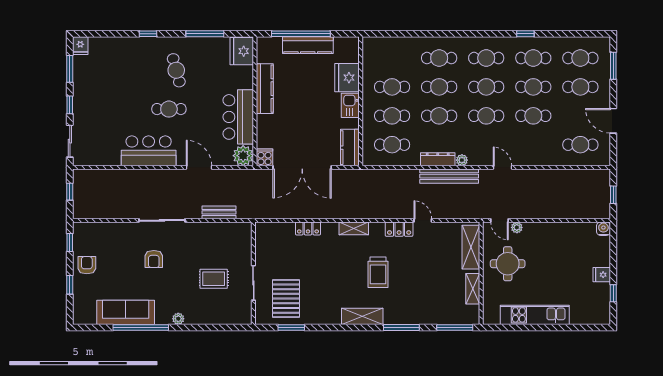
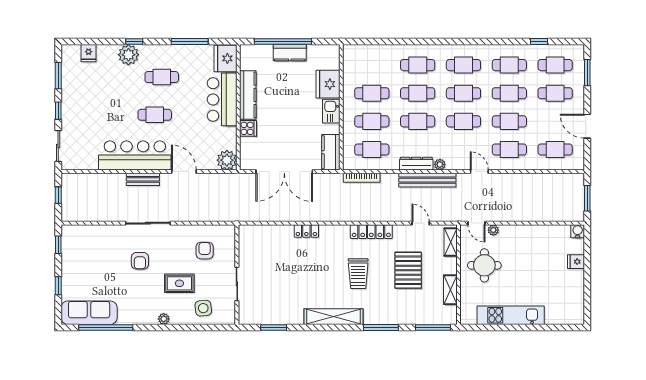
window: (525, 34) -> (539, 42), moved
kitchen counter: (308, 45) -> (290, 53), width x0.67
fridge: (80, 46) -> (89, 53), moved
plant: (142, 47) -> (128, 55), added
cafe table: (176, 70) -> (162, 77), turned -75
bar counter: (238, 117) -> (222, 99), moved
cafe table: (533, 145) -> (509, 149), added
bar counter: (149, 151) -> (135, 155), width x1.36
cooker: (264, 157) -> (248, 128), moved, turned 90
bookcase: (382, 174) -> (362, 178), added
window: (613, 195) -> (587, 198), width x1.50
bench: (219, 212) -> (143, 179), moved
door: (423, 220) -> (421, 223), moved
locker: (308, 228) -> (306, 231), moved
shelving: (354, 228) -> (334, 231), removed
locker: (399, 229) -> (371, 232), width x1.53
shelving: (471, 247) -> (451, 242), width x0.67, depth x0.75
armchair: (87, 265) -> (205, 251), moved
fridge: (602, 275) -> (576, 262), moved
rug: (214, 279) -> (179, 283), moved
window: (613, 293) -> (587, 294), removed
pallet: (286, 299) -> (408, 270), moved
side table: (219, 308) -> (203, 308), added
sofa: (126, 312) -> (89, 313), moved
shelving: (362, 316) -> (333, 317), width x1.47
window: (141, 328) -> (106, 327), moved

